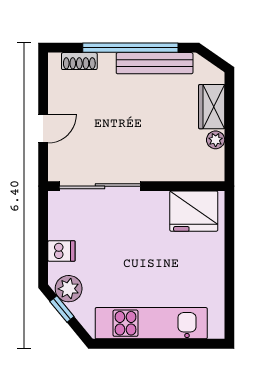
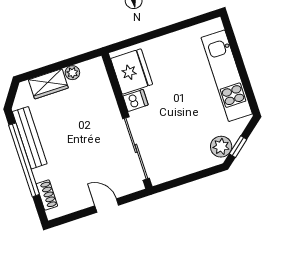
dishwasher: (61, 251) -> (136, 100), moved, turned 90

